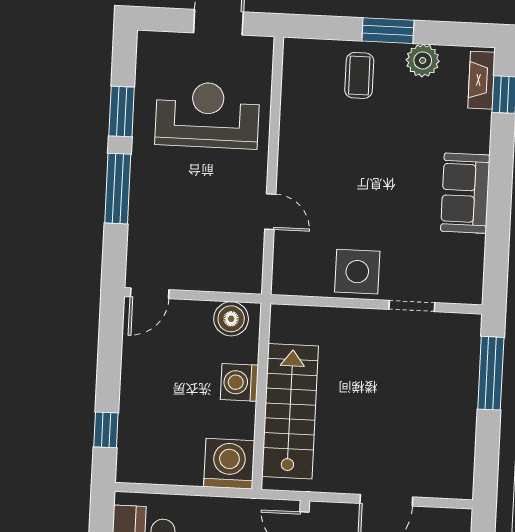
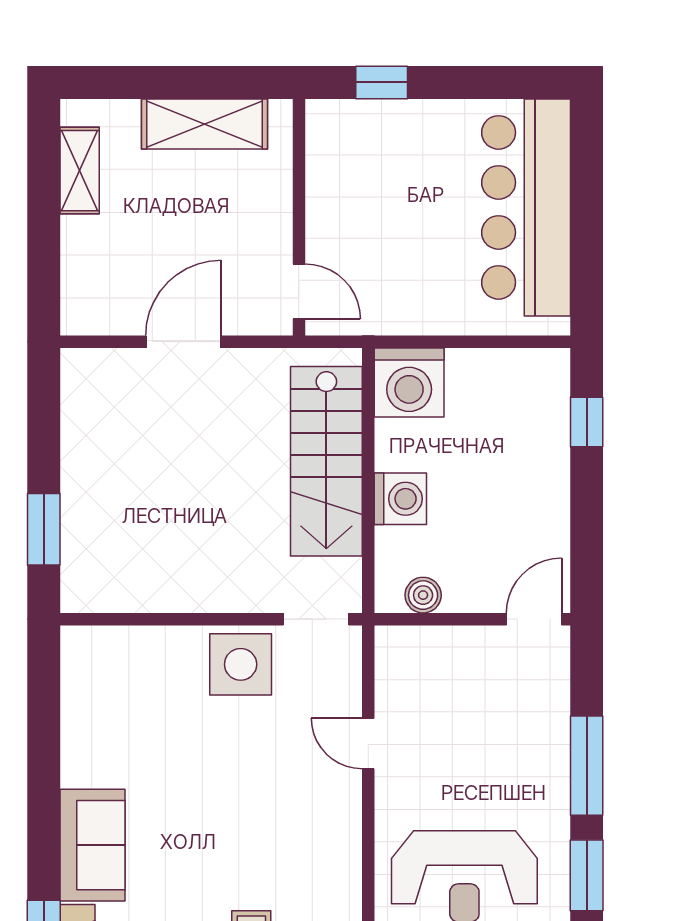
sofa: (465, 193) -> (93, 845), moved
doorway: (412, 306) -> (316, 619), moved
boiler: (231, 319) -> (423, 595), width x0.73, depth x0.73
window: (491, 373) -> (44, 529), width x0.69

